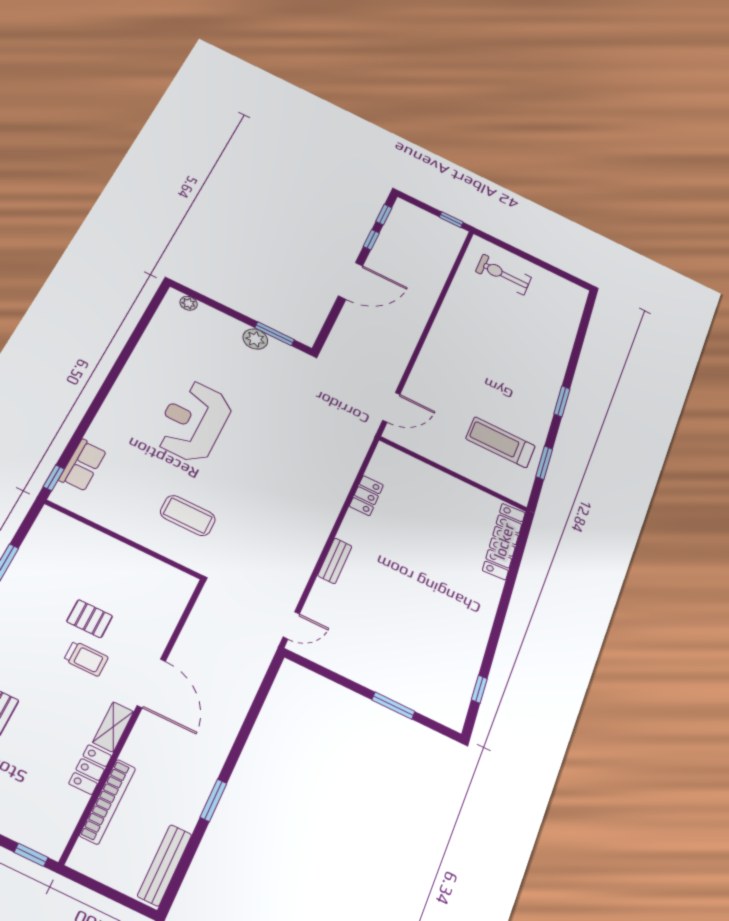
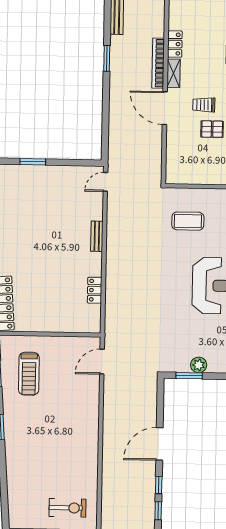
treadmill: (500, 442) -> (29, 374), turned 90
bookcase: (108, 802) -> (158, 63), moved

